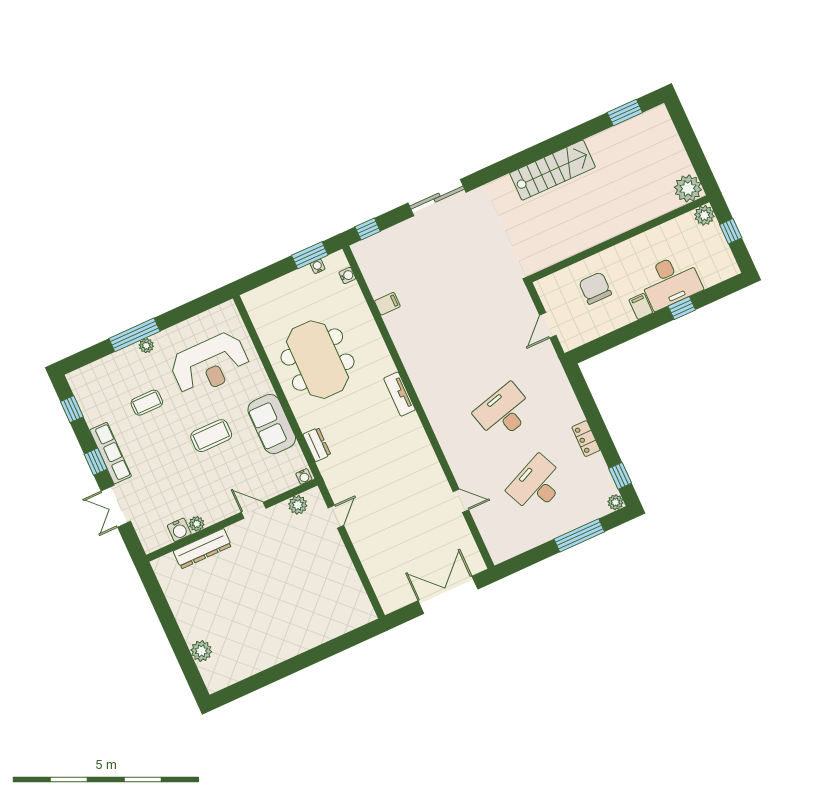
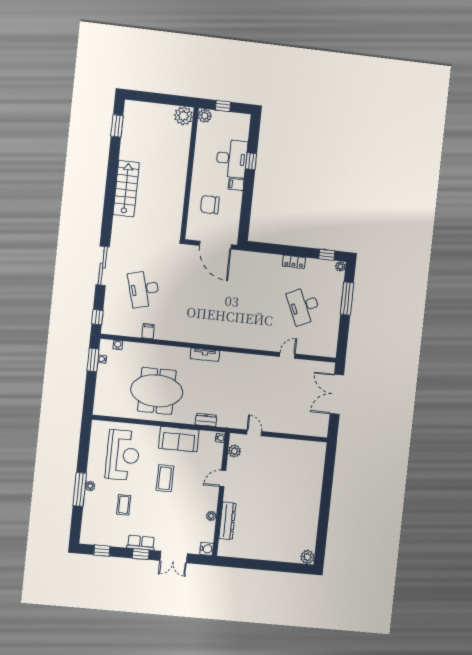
door: (548, 325) -> (215, 245), width x1.87
desk: (504, 412) -> (144, 289), moved
row of seats: (111, 453) -> (141, 543), width x0.68
water cooler: (179, 530) -> (207, 549), moved
plant: (201, 651) -> (307, 557), moved

